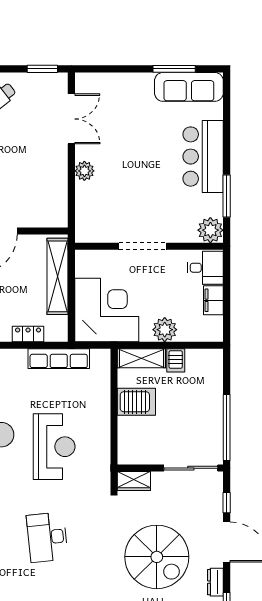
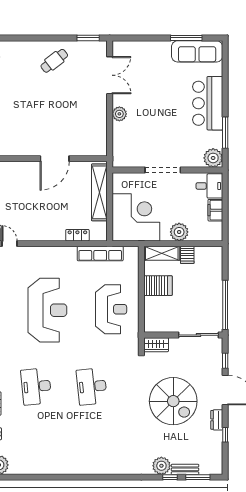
reception desk: (54, 447) -> (111, 309), moved

